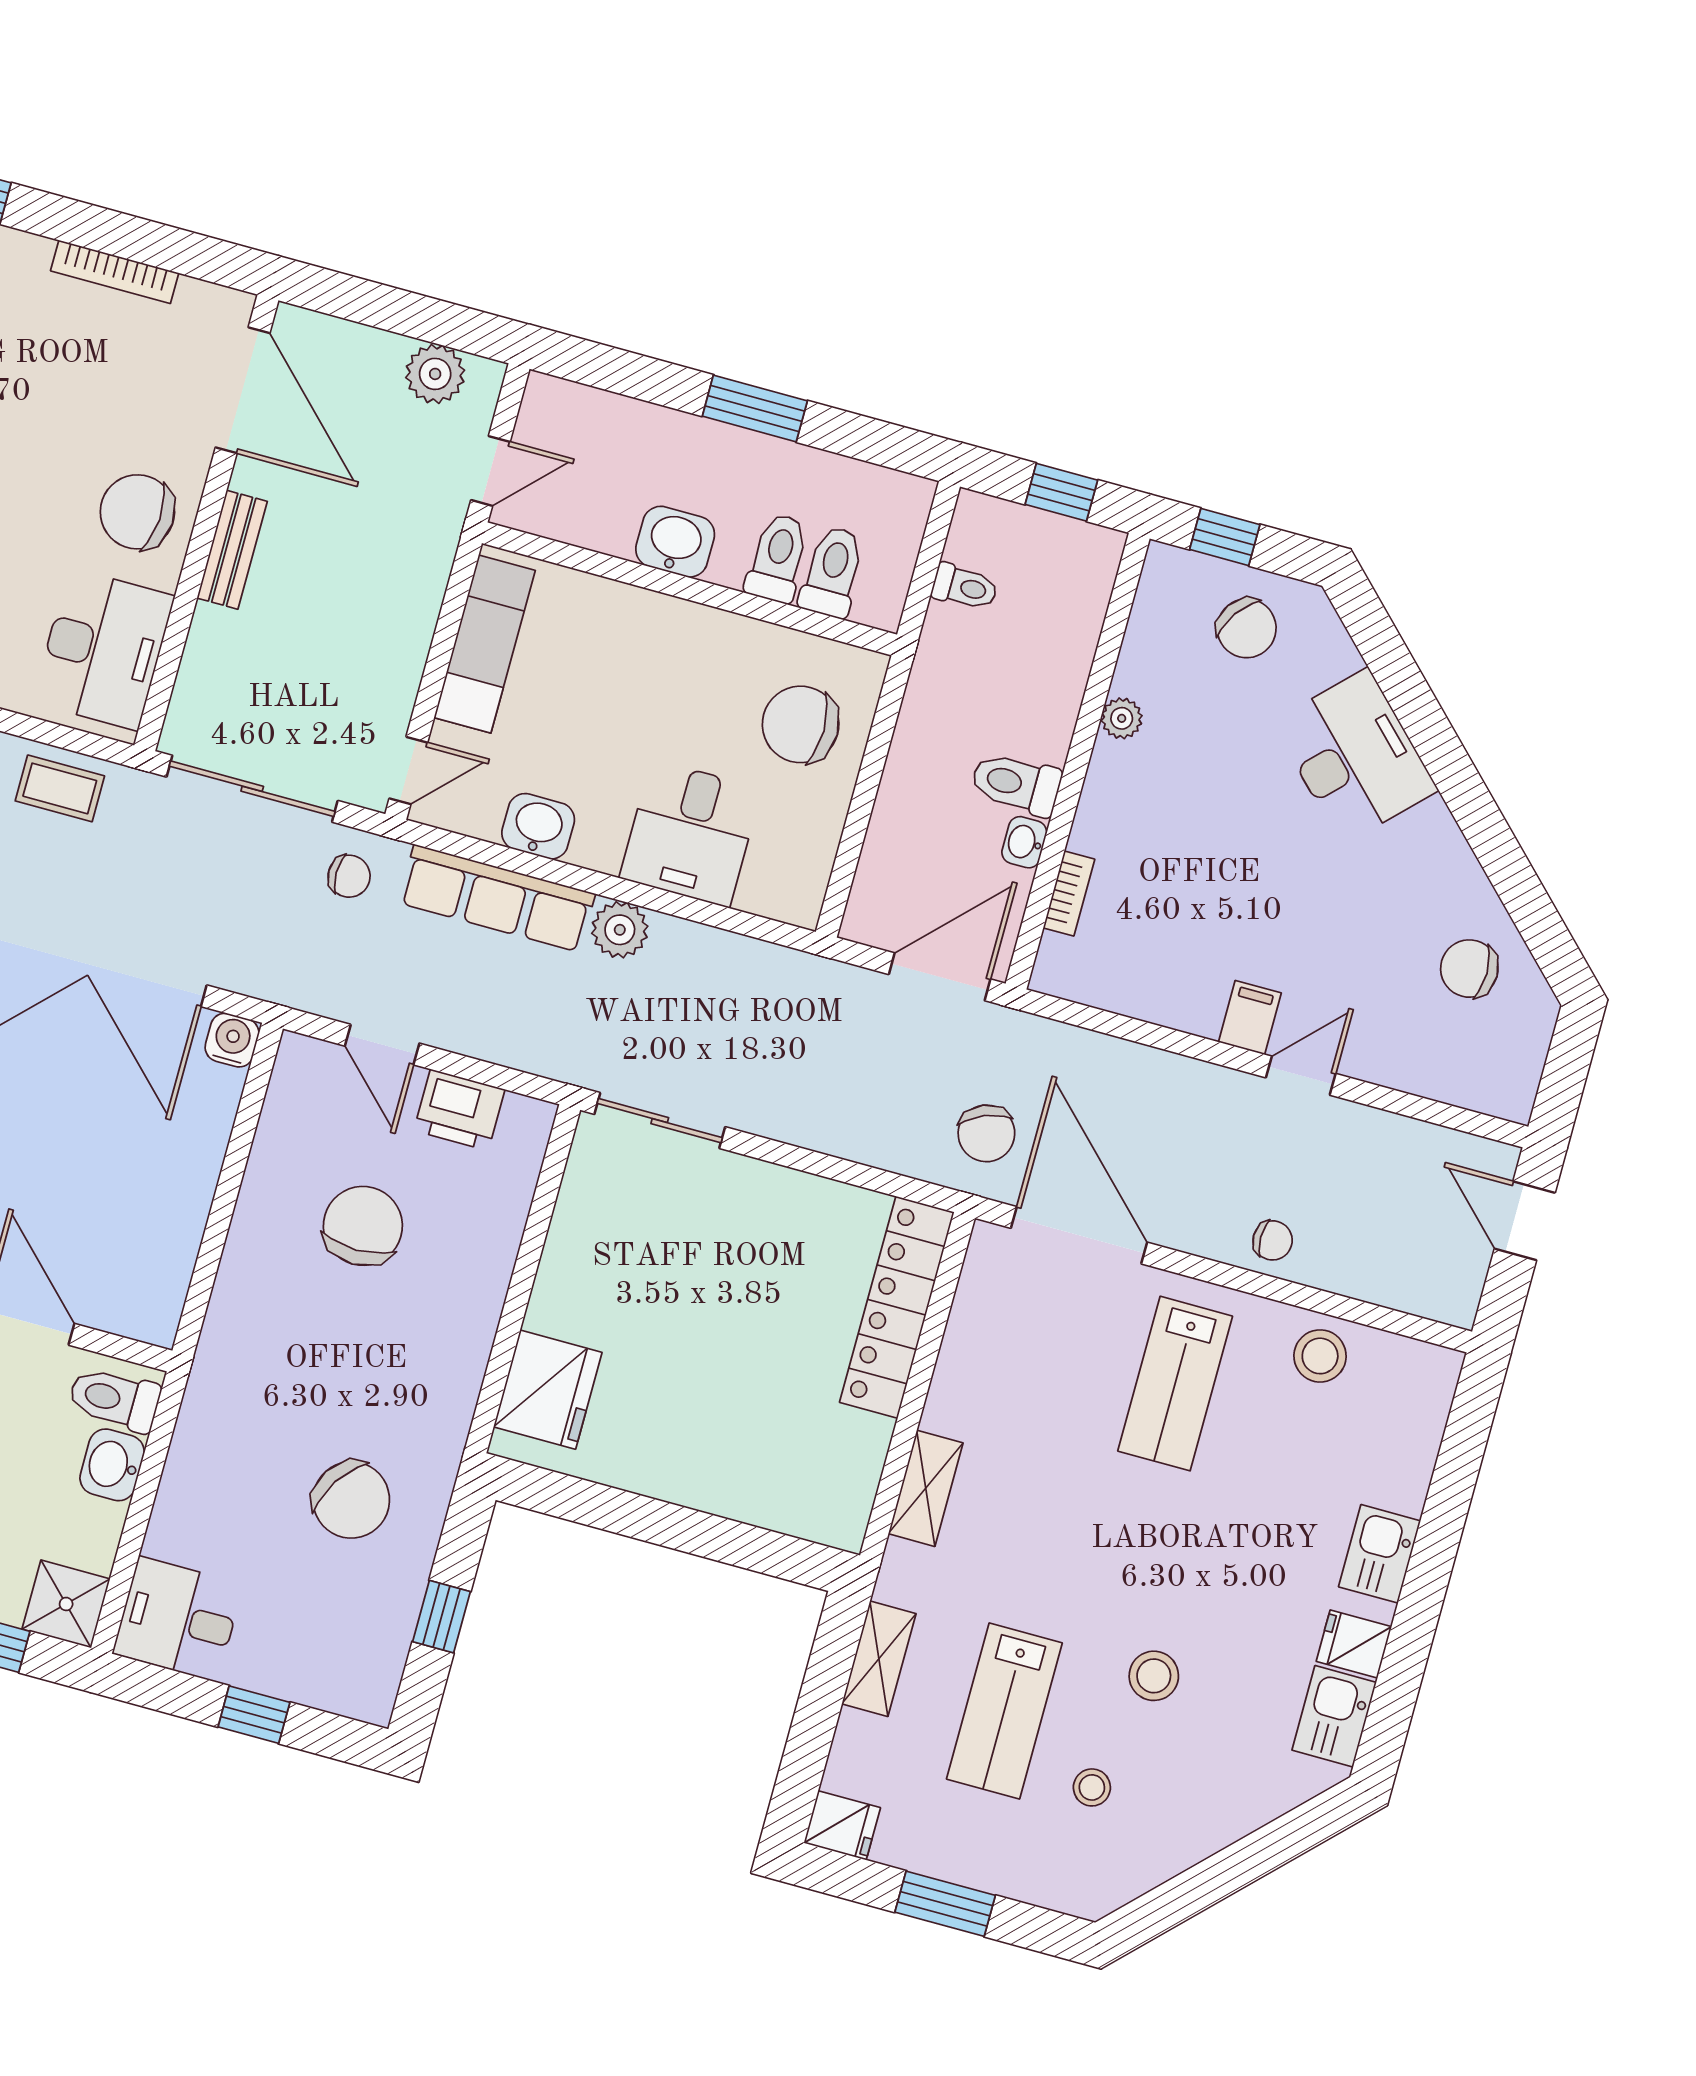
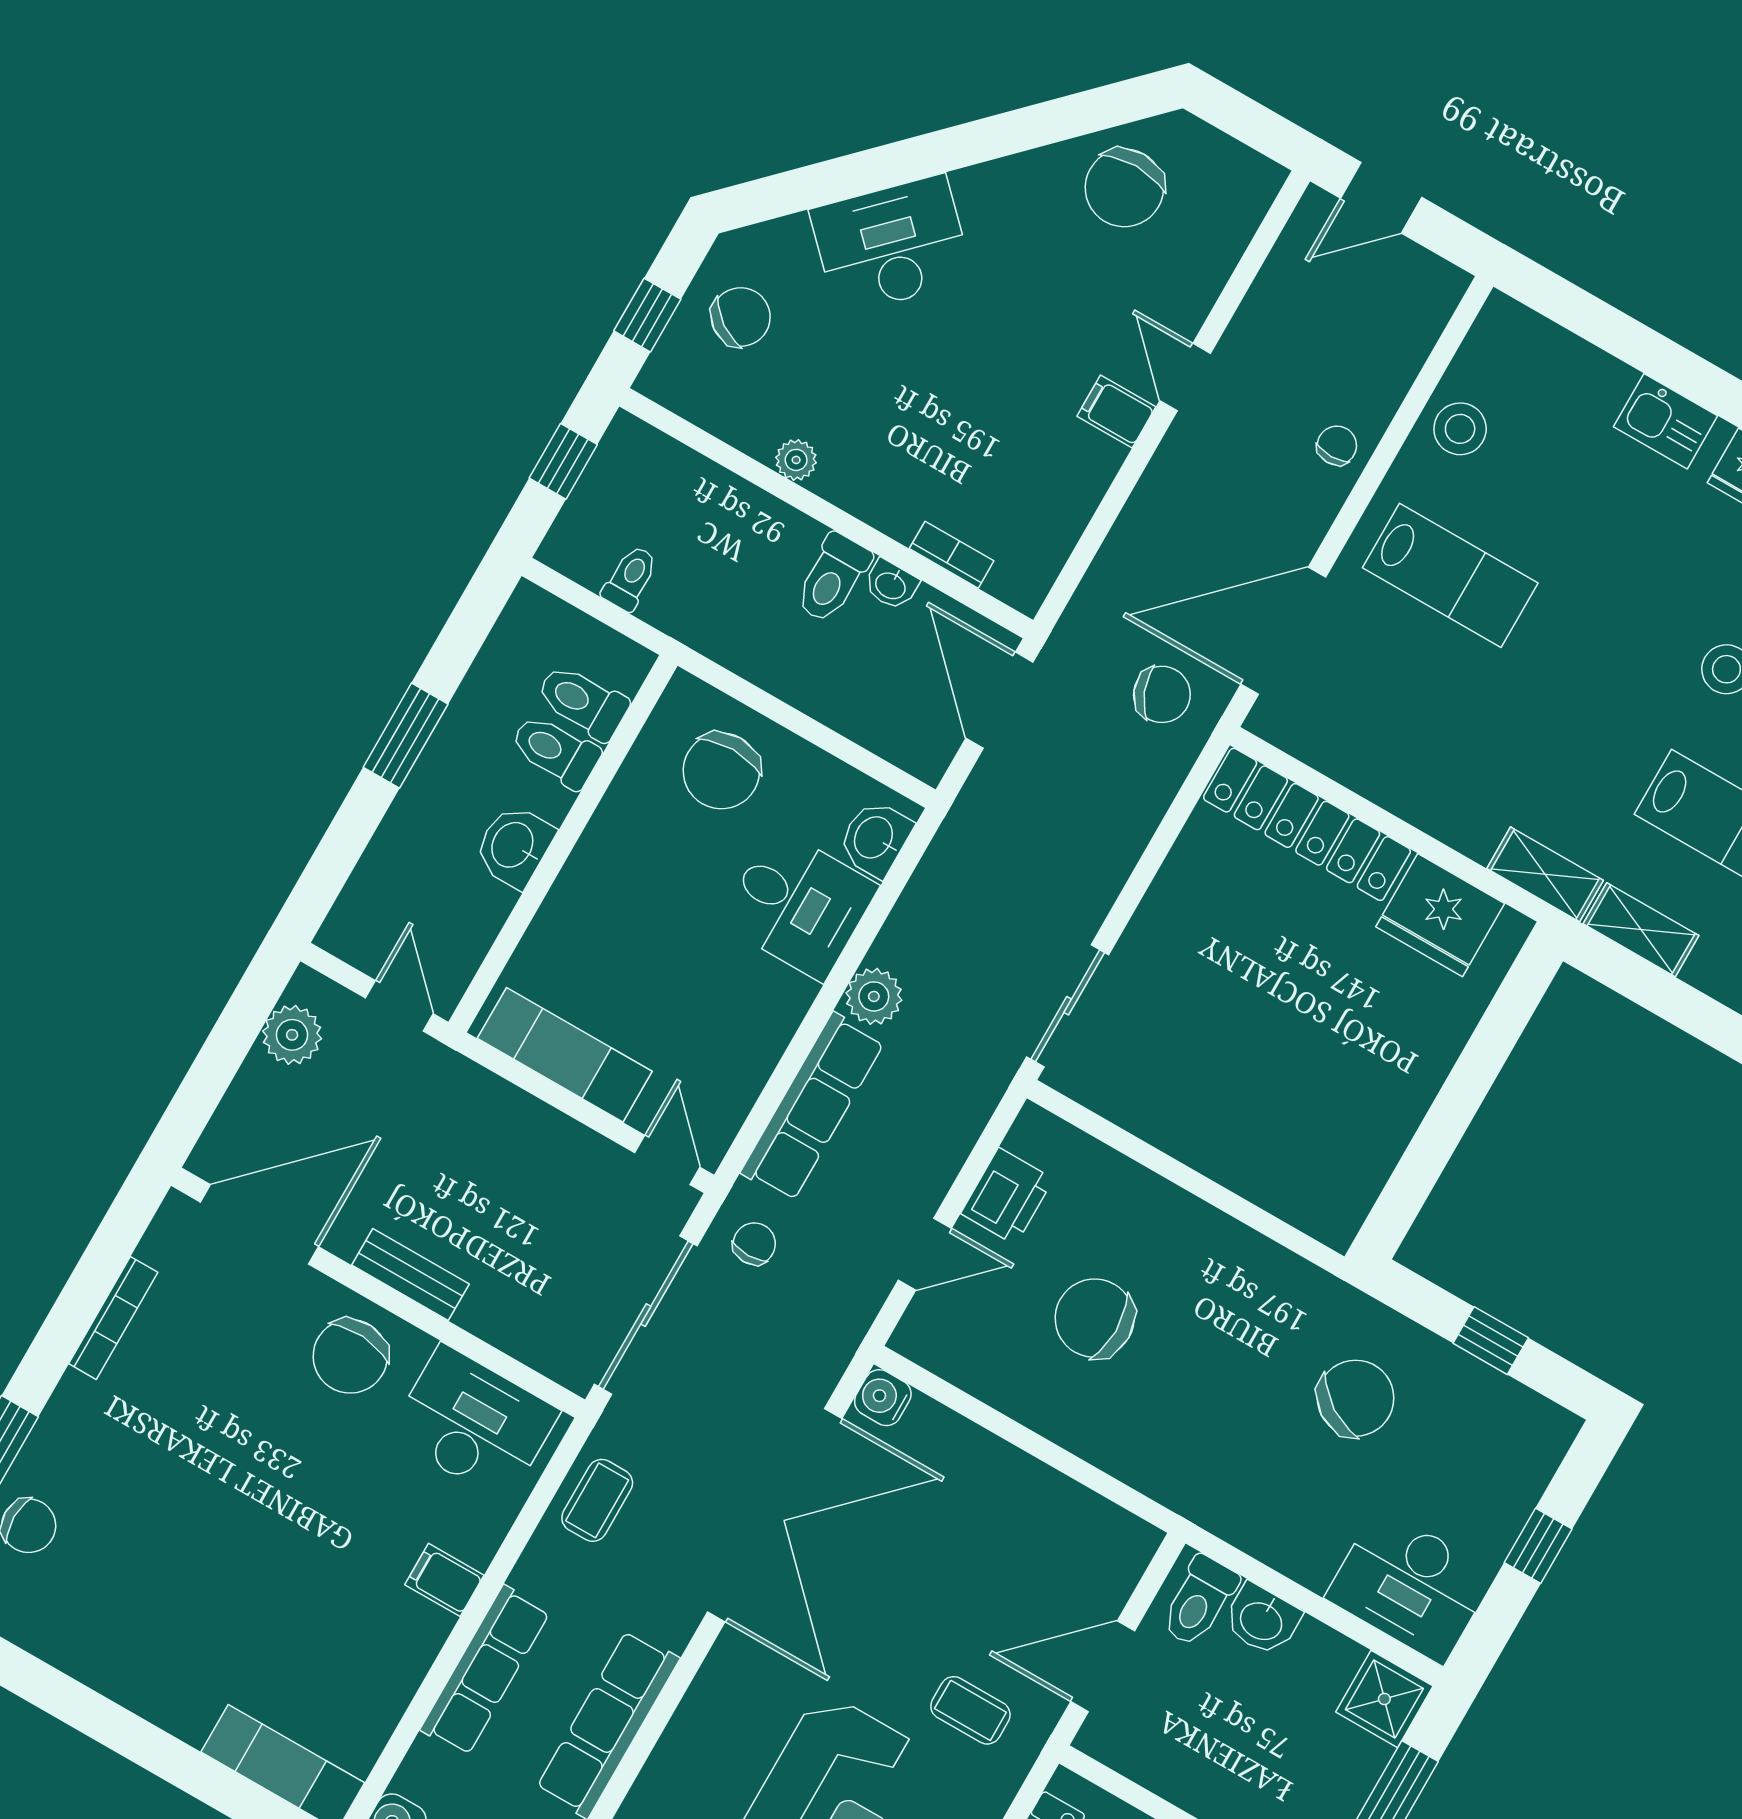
washbasin: (538, 826) -> (875, 838), moved
chair: (1469, 969) -> (1124, 188), width x1.37, depth x1.37
fridge: (548, 1390) -> (1440, 915), moved, turned 180
shelving: (926, 1488) -> (1545, 874), moved
desk: (178, 1619) -> (1410, 1585), width x1.37

